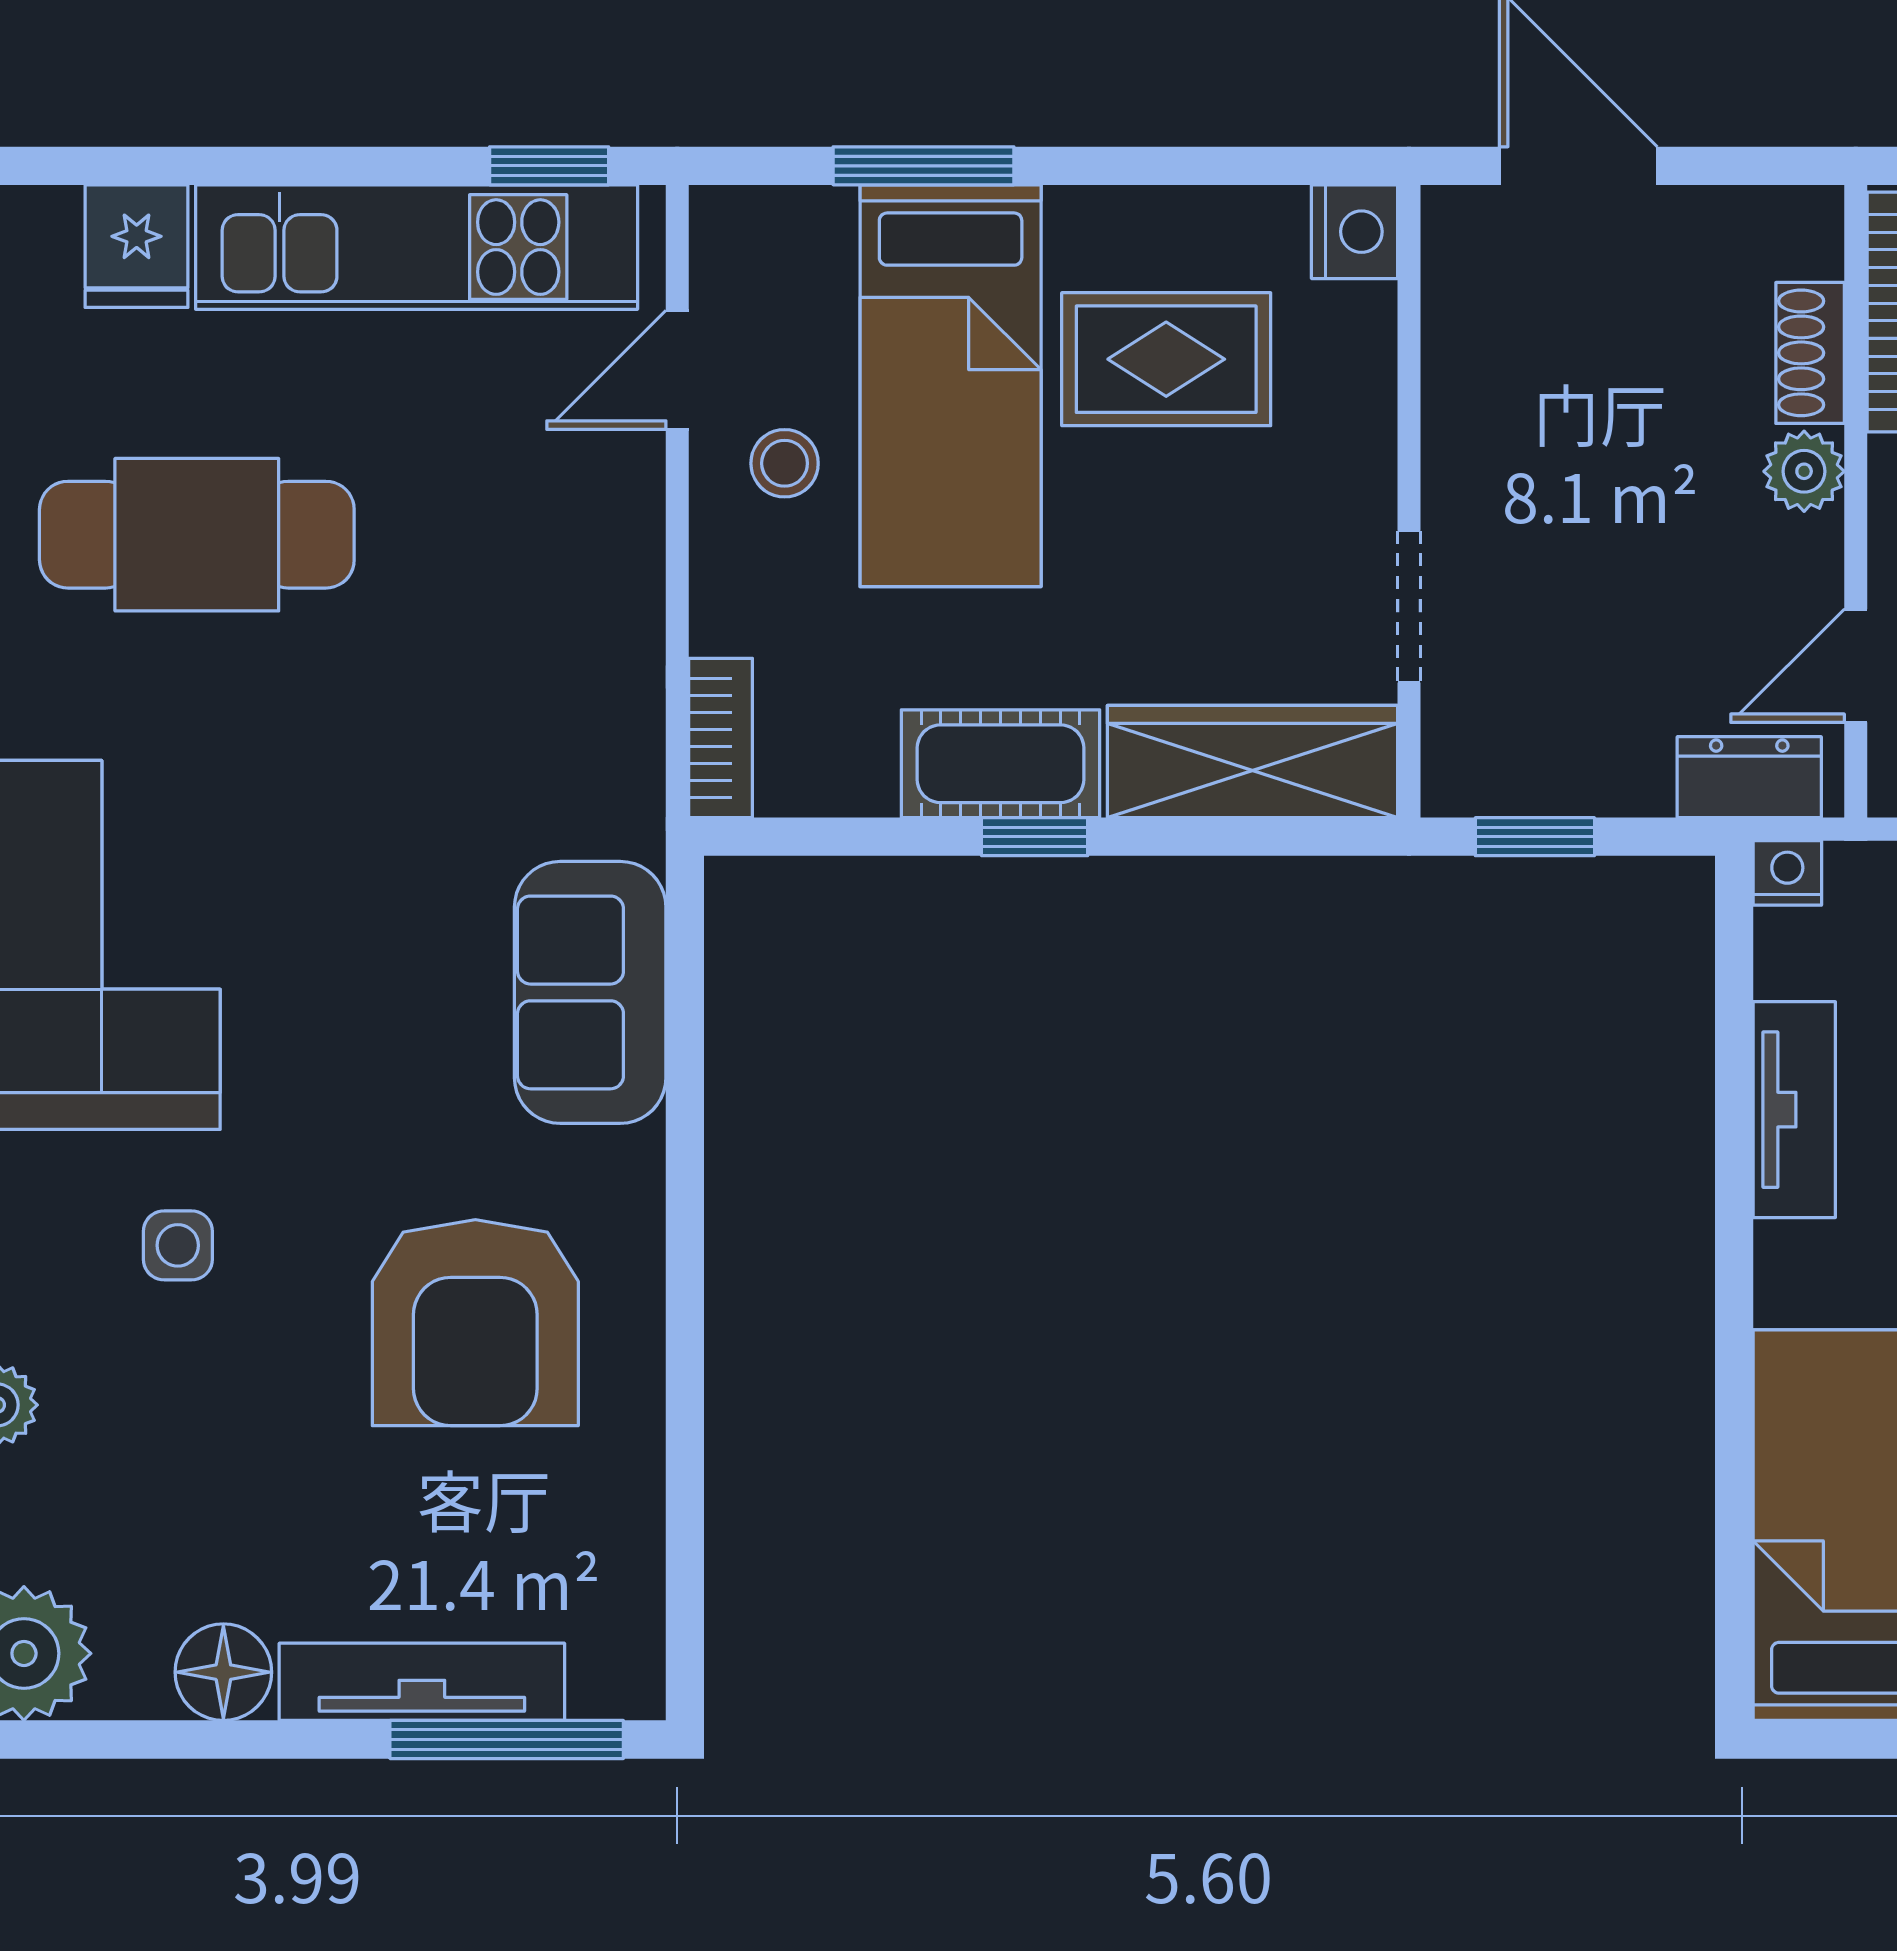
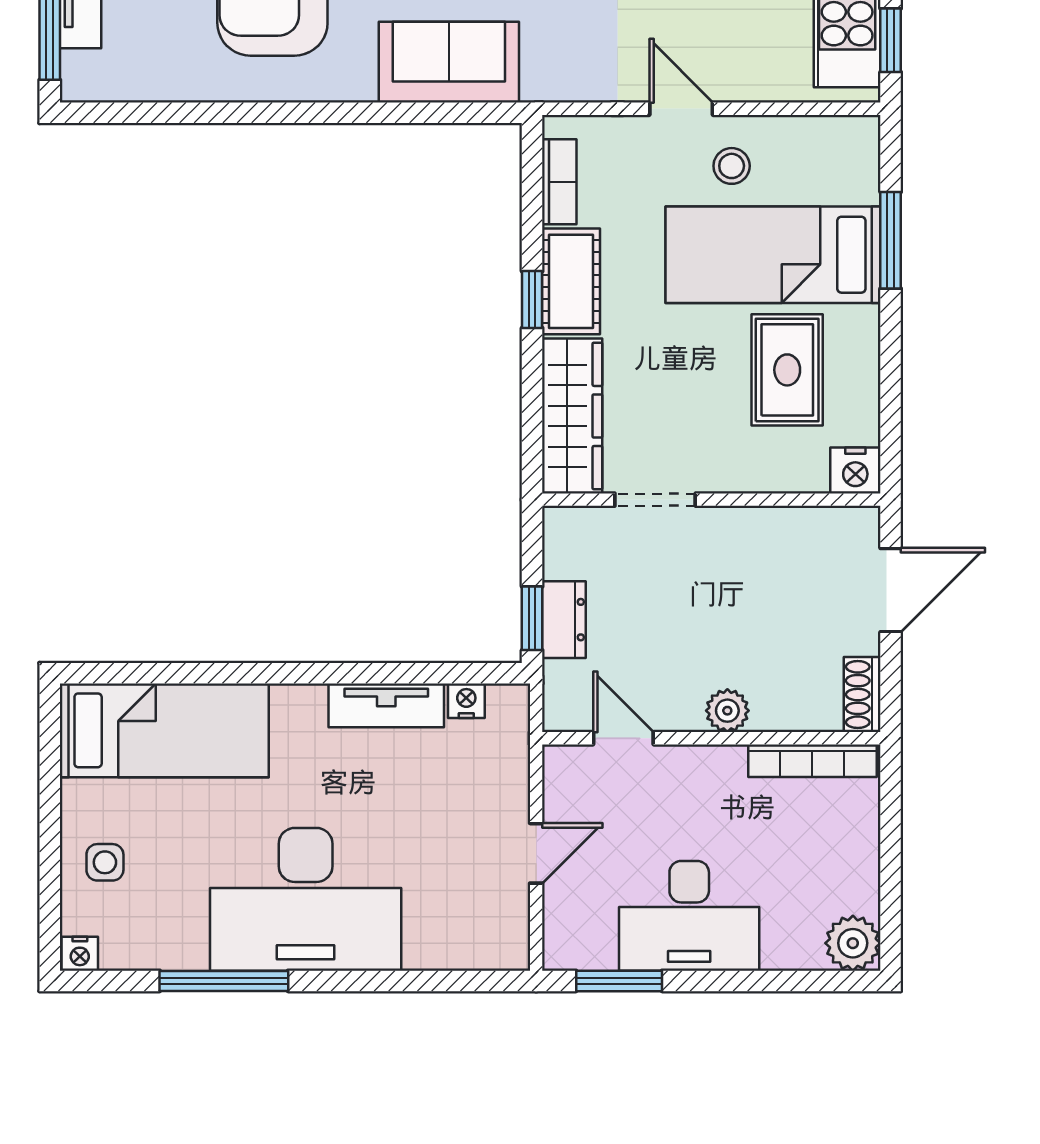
shoe rack: (1810, 353) -> (862, 695), moved, turned -90
door: (677, 370) -> (681, 109), moved
bookcase: (721, 738) -> (559, 182), moved, turned -90
dresser: (1749, 777) -> (564, 620), moved
window: (1535, 837) -> (532, 618), moved
nightstand: (1787, 873) -> (466, 701), moved, turned -90

